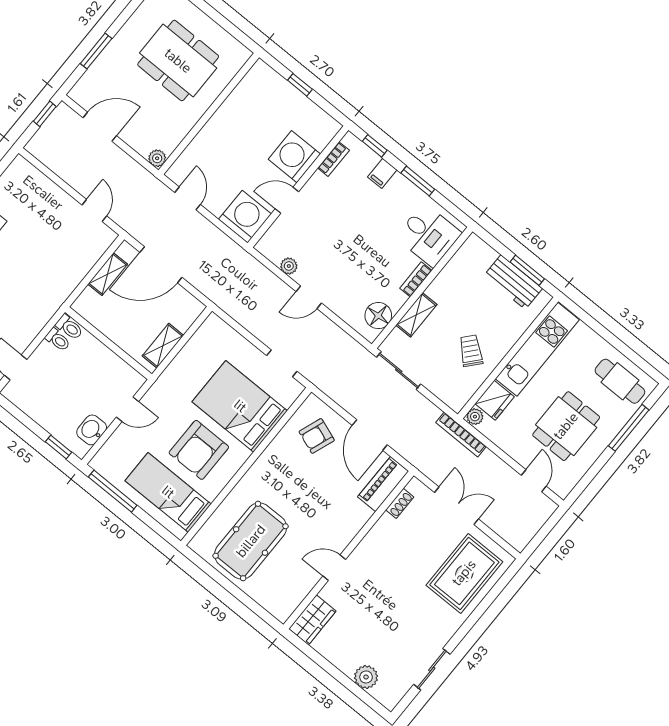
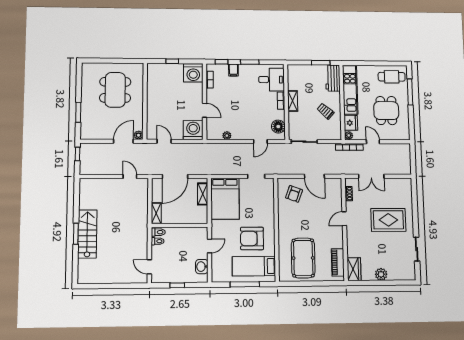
dining table: (178, 61) -> (115, 90), turned 90
door: (100, 127) -> (123, 141), moved
washing machine: (294, 157) -> (193, 73), moved, turned -90
door: (287, 200) -> (205, 110), swing flipped
shelving: (108, 274) -> (156, 213), moved
workbench: (513, 282) -> (333, 78), moved, turned 90
door: (309, 297) -> (260, 142), moved
shelving: (416, 315) -> (293, 101), moved
shelving: (163, 346) -> (203, 194), moved
bed: (240, 406) -> (225, 199), moved, turned -90
window: (59, 447) -> (177, 285), moved
armchair: (199, 450) -> (252, 238), turned 90
door: (534, 481) -> (373, 142), moved
piano: (383, 484) -> (338, 262), moved
window: (113, 491) -> (245, 284), moved
double door: (456, 506) -> (371, 176), swing flipped
door: (334, 568) -> (344, 219), moved
rug: (464, 573) -> (388, 220), moved, turned 90
plant: (366, 677) -> (381, 274), moved

